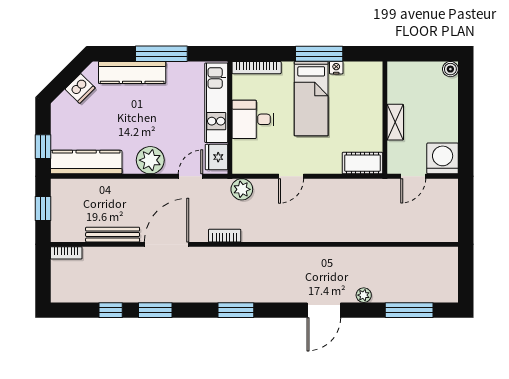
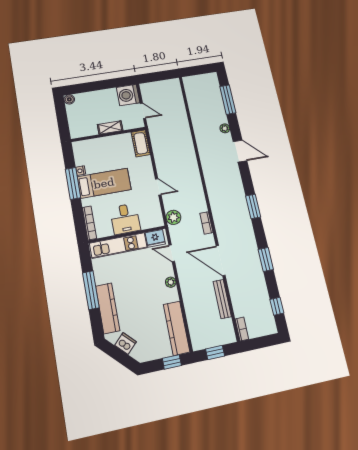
plant: (150, 160) -> (171, 282), width x0.53, depth x0.53
window: (111, 310) -> (277, 306), moved

